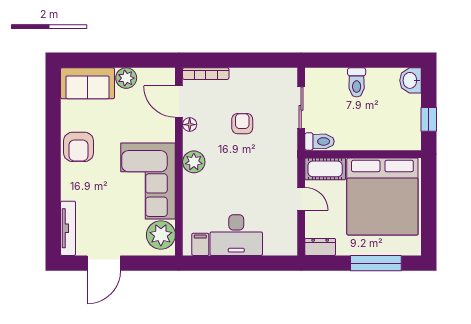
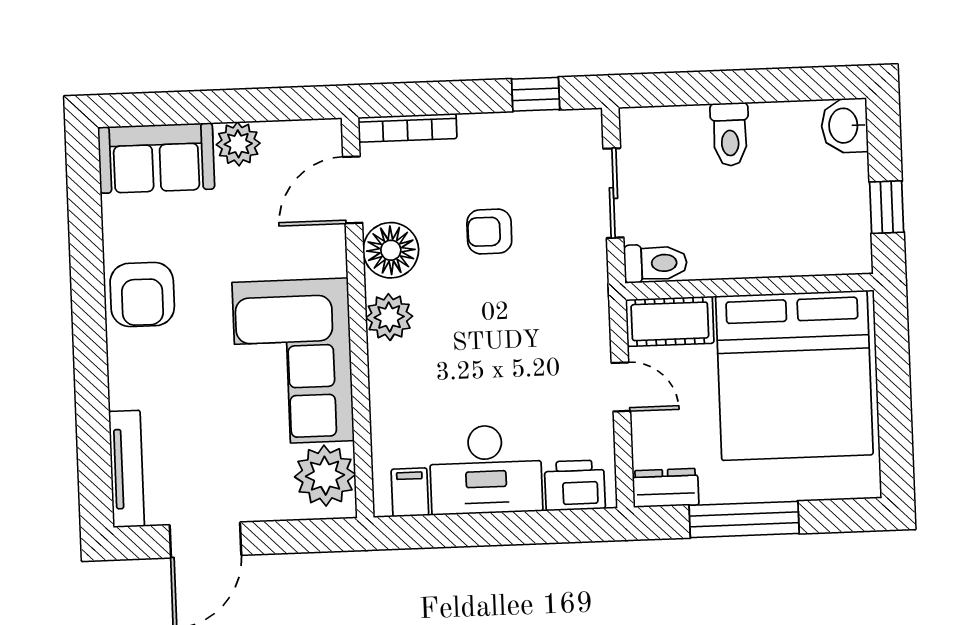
window: (266, 60) -> (536, 94), added
door: (179, 102) -> (353, 190), hinge flipped
armchair: (242, 124) -> (489, 232), turned -90
floor lamp: (190, 125) -> (391, 250), width x1.89, depth x1.89
printer: (278, 244) -> (575, 485), added
window: (376, 263) -> (744, 519), moved

